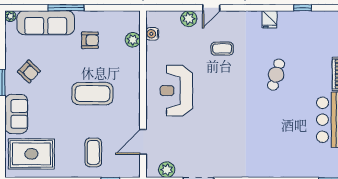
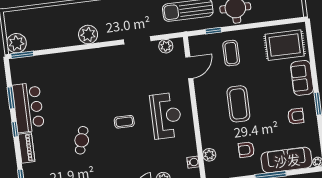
coffee table: (222, 49) -> (124, 122), moved
armchair: (29, 71) -> (296, 116), turned 137
coffee table: (92, 94) -> (238, 104), turned 90

